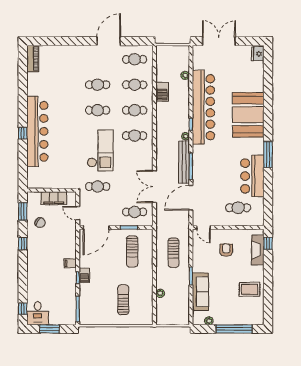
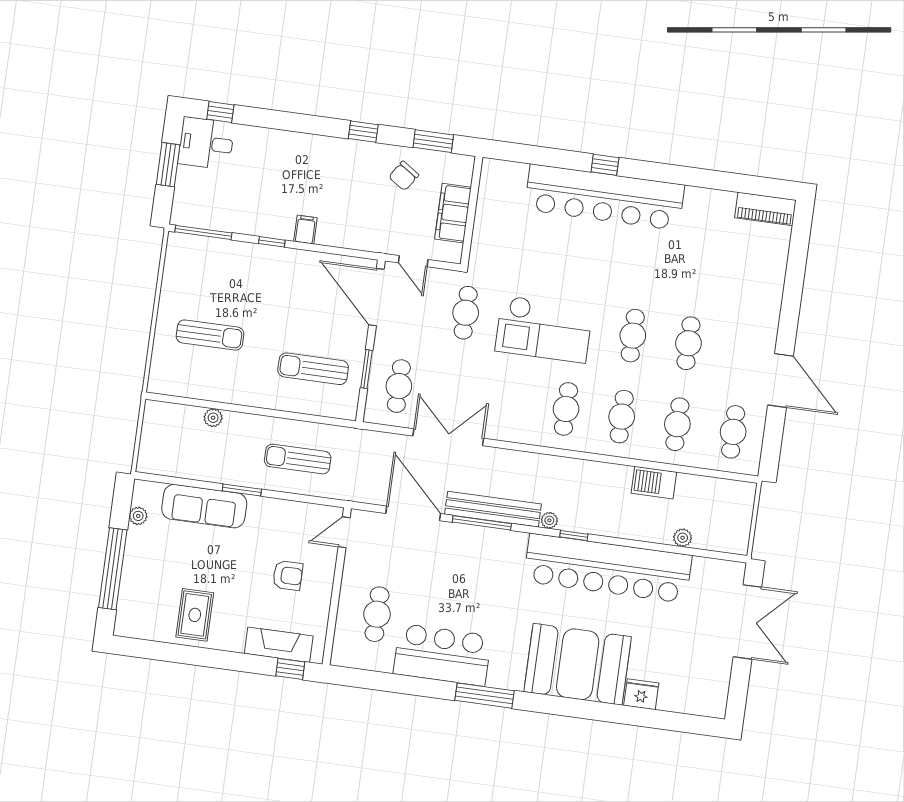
fridge: (258, 54) -> (641, 694), moved
door: (78, 213) -> (413, 261), swing flipped
barbecue: (84, 275) -> (275, 257), removed

